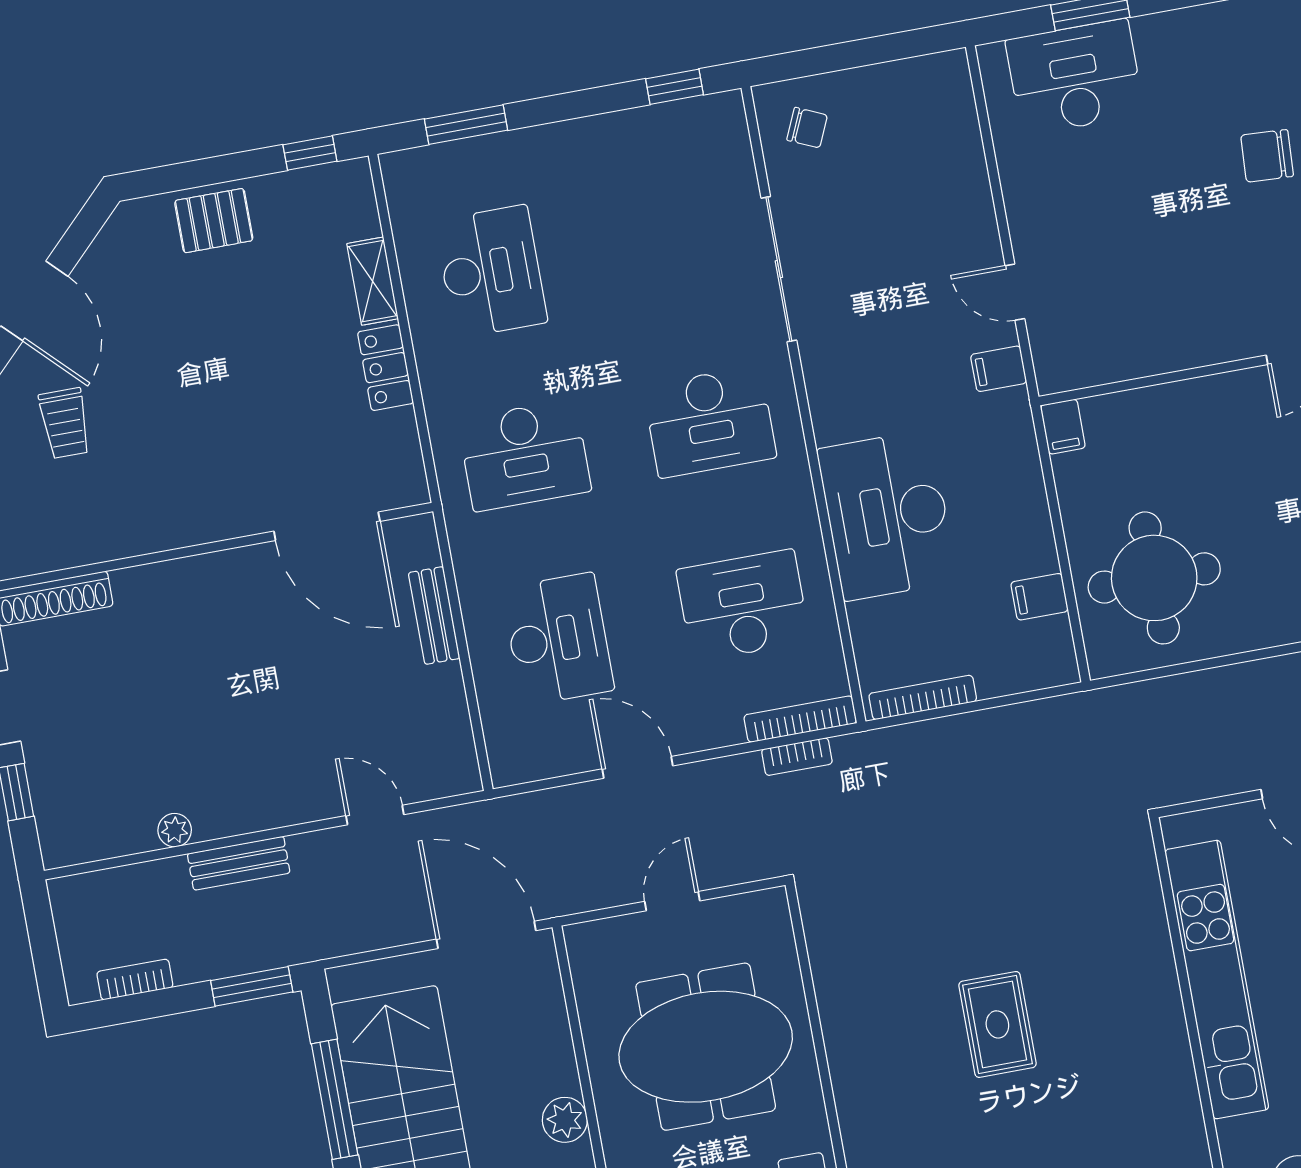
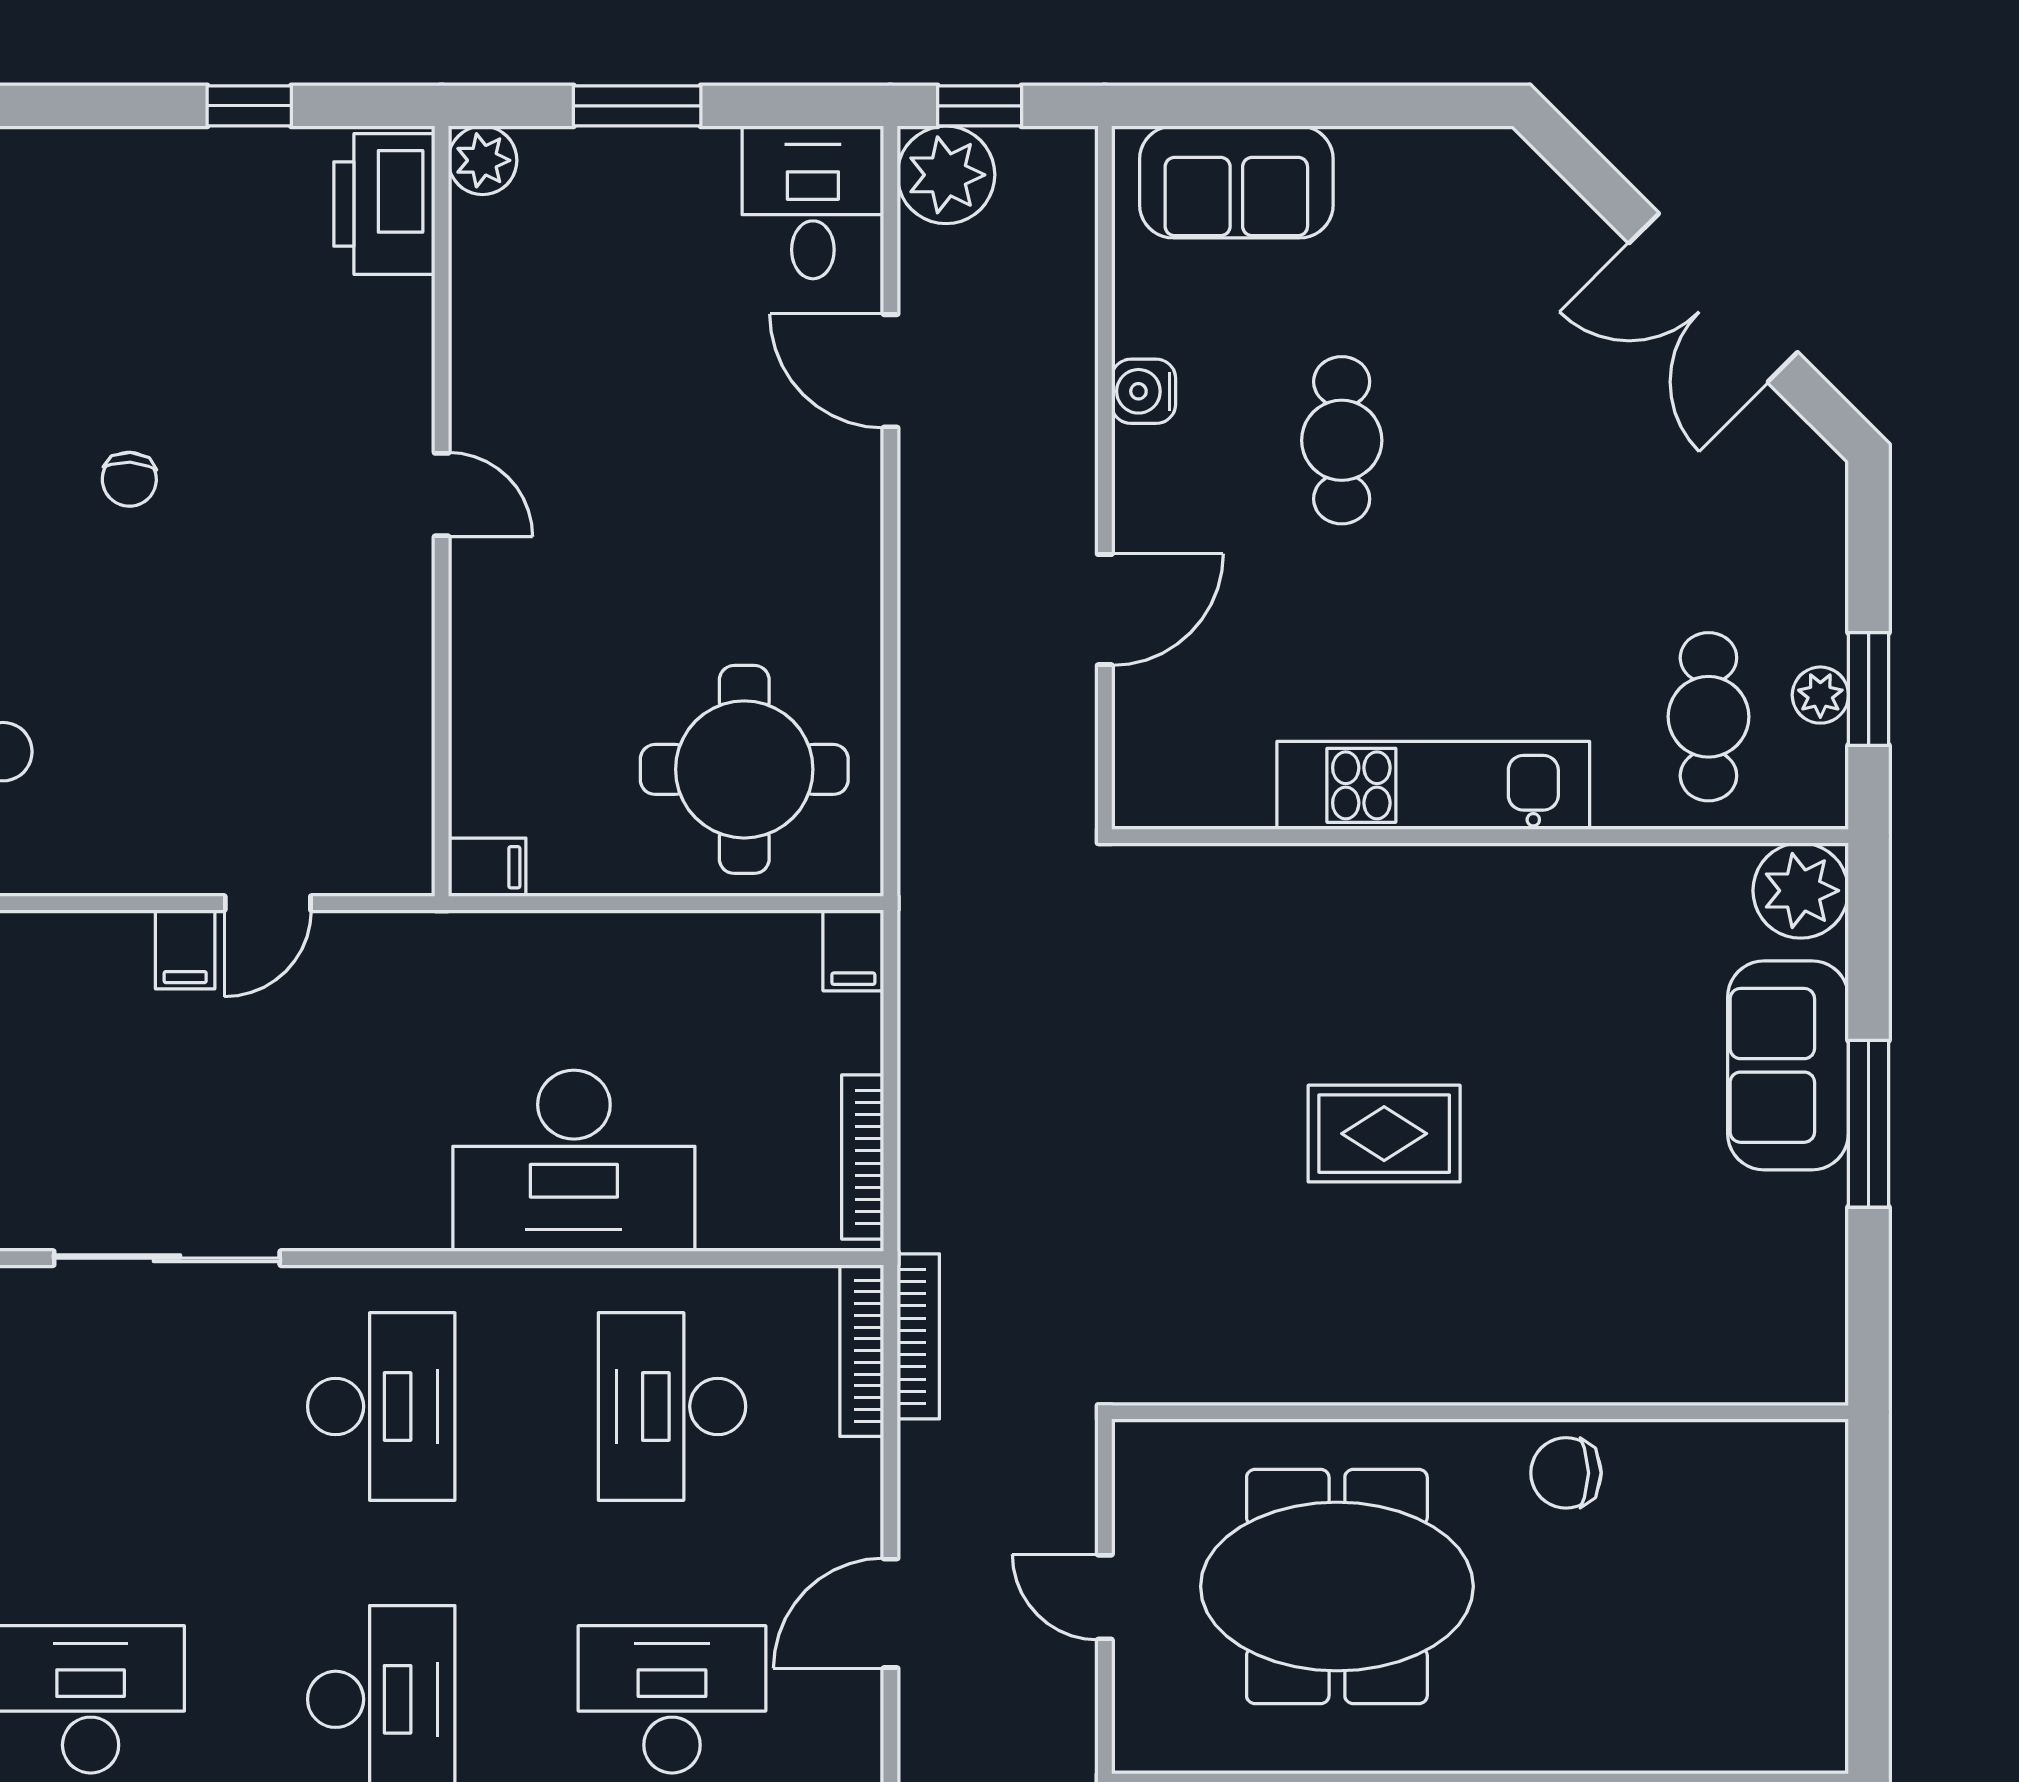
chair: (1267, 156) -> (129, 479), width x0.73, depth x0.73
filing cabinet: (999, 369) -> (185, 949), moved
filing cabinet: (1039, 597) -> (853, 950), moved
bookcase: (797, 757) -> (918, 1336), width x1.56
kitchen unit: (1217, 980) -> (1433, 785), width x0.73
meeting table: (706, 1047) -> (1337, 1586), turned 90

